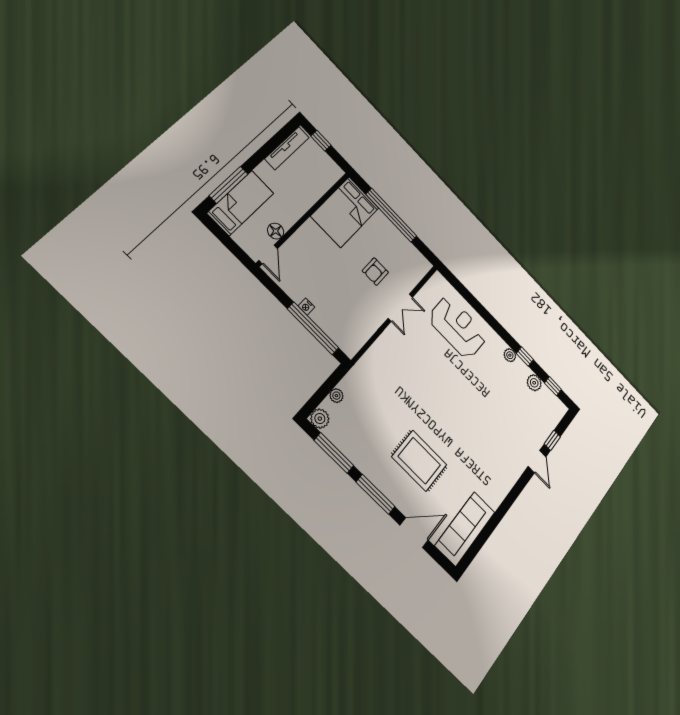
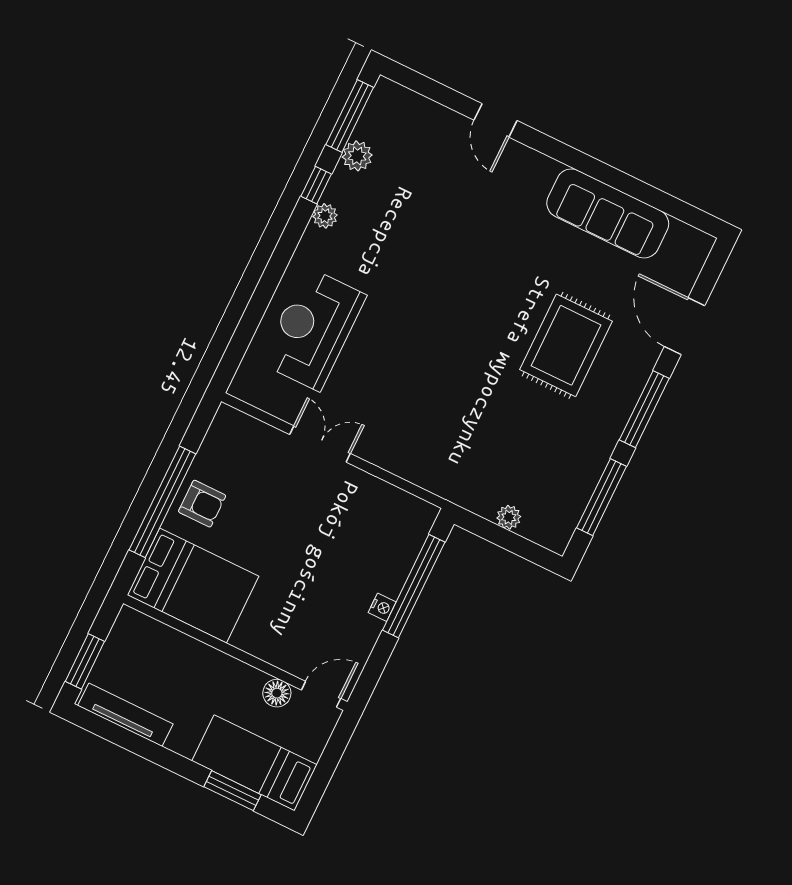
window: (321, 141) -> (85, 661), width x1.50
window: (229, 185) -> (232, 791), width x0.69
armchair: (375, 272) -> (202, 504), moved
window: (553, 386) -> (350, 116), width x2.17
plant: (320, 419) -> (555, 535), removed
window: (552, 440) -> (448, 97), removed
door: (537, 462) -> (495, 120), swing flipped
sofa: (465, 529) -> (608, 213), moved

